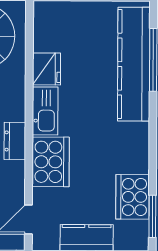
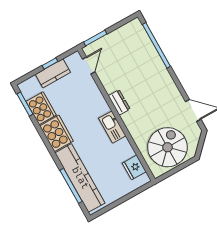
fridge: (47, 69) -> (134, 167), moved
cooker: (51, 162) -> (57, 133), moved, turned 180

